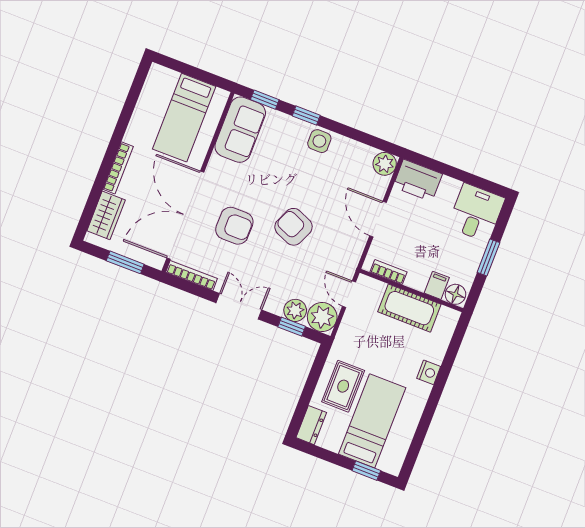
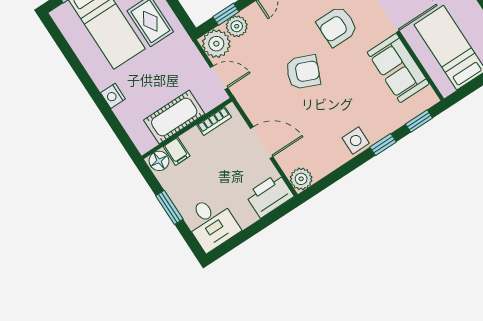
sofa: (240, 130) -> (398, 68), moved

